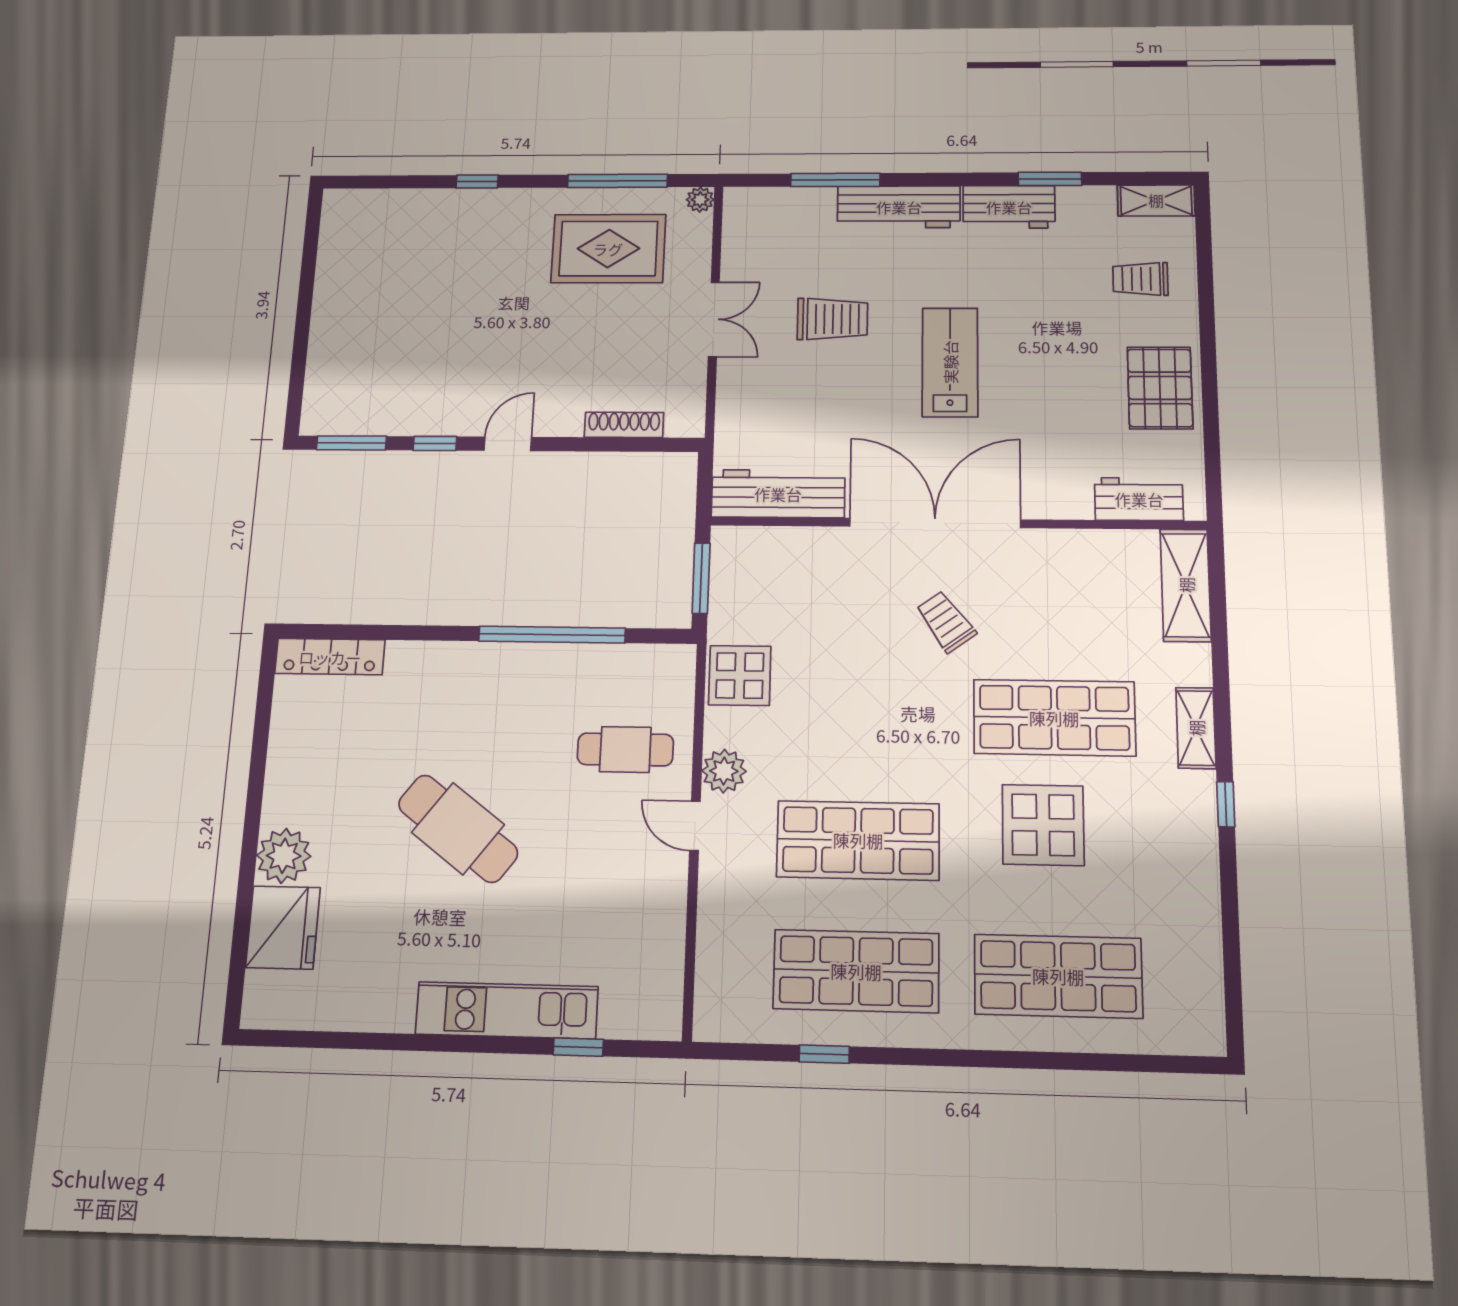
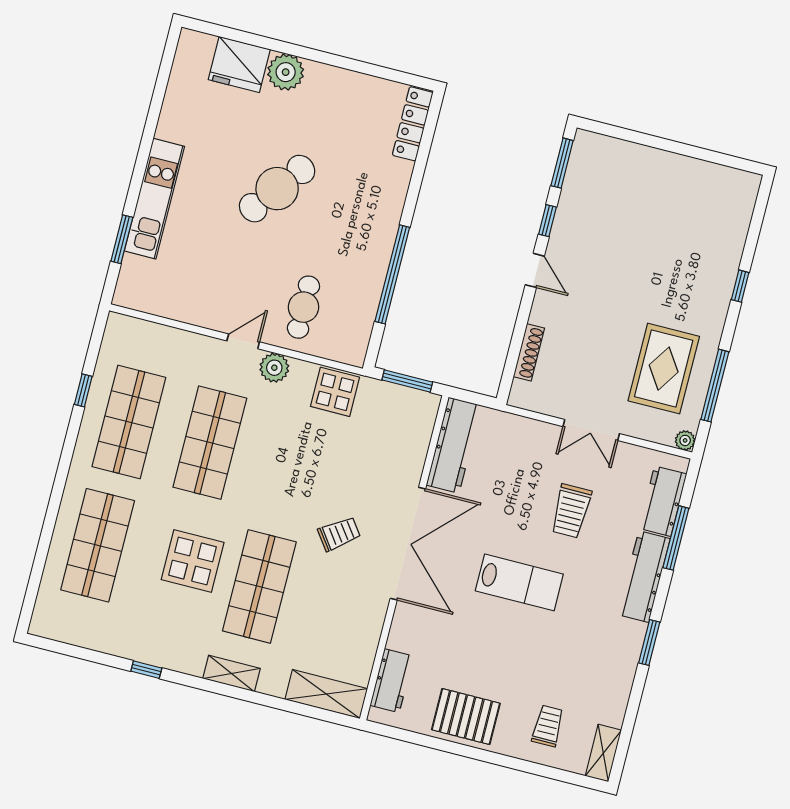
window: (1050, 179) -> (649, 642), moved
workbench: (1009, 207) -> (663, 501), moved
window: (1226, 804) -> (146, 670), moved
window: (578, 1047) -> (122, 239), width x1.50

